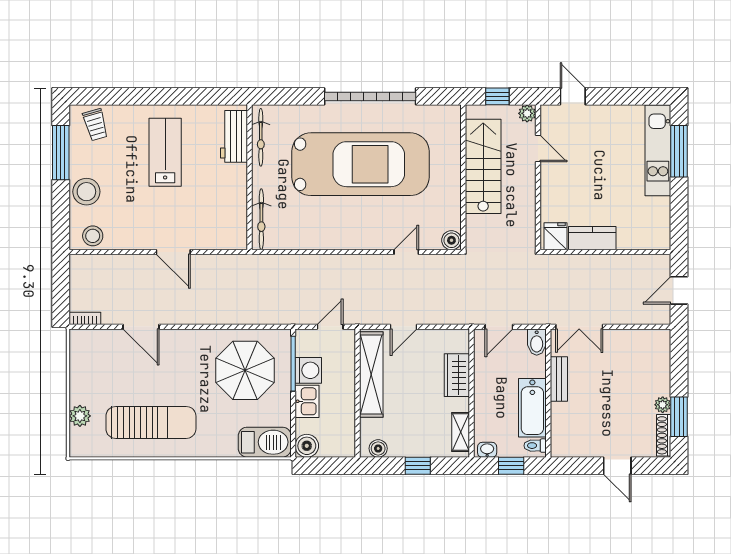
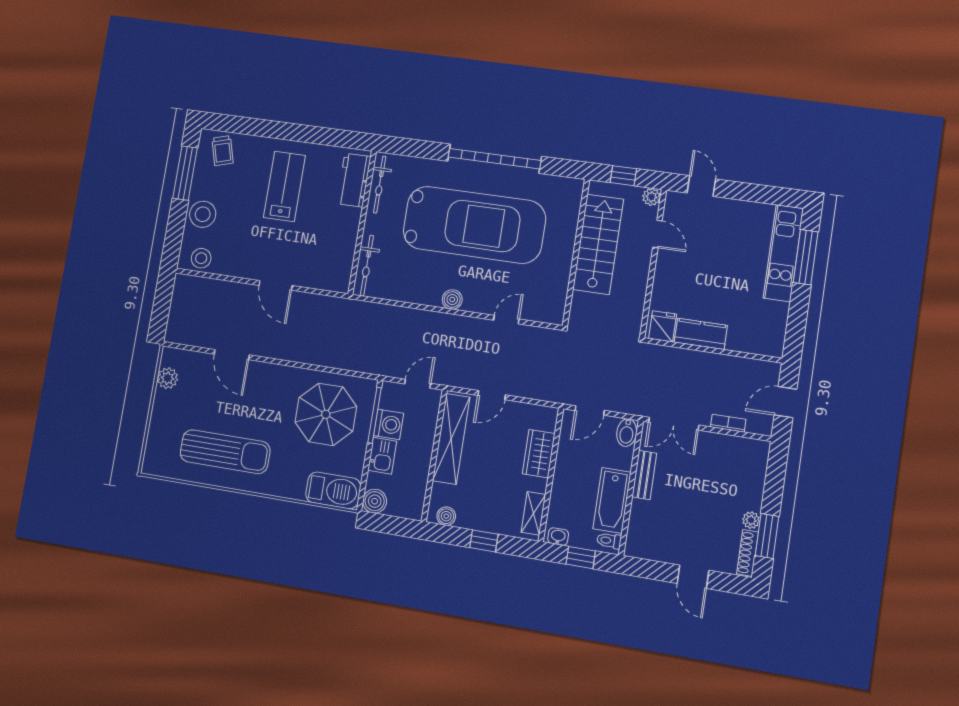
boiler: (451, 240) -> (452, 300), moved
bookcase: (85, 318) -> (728, 423), moved
plant: (80, 416) -> (168, 378), moved

